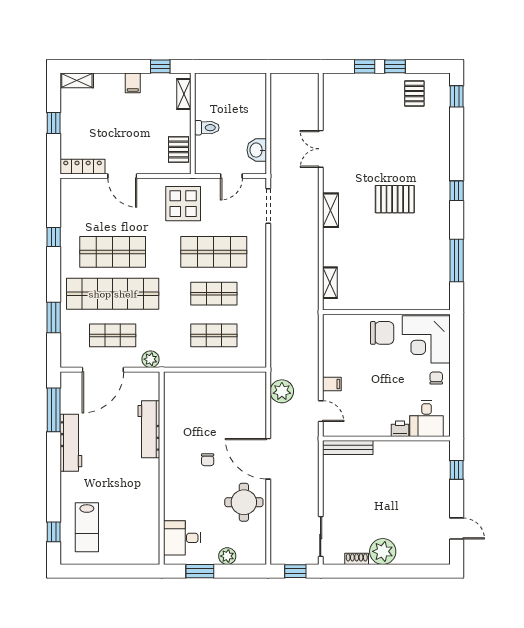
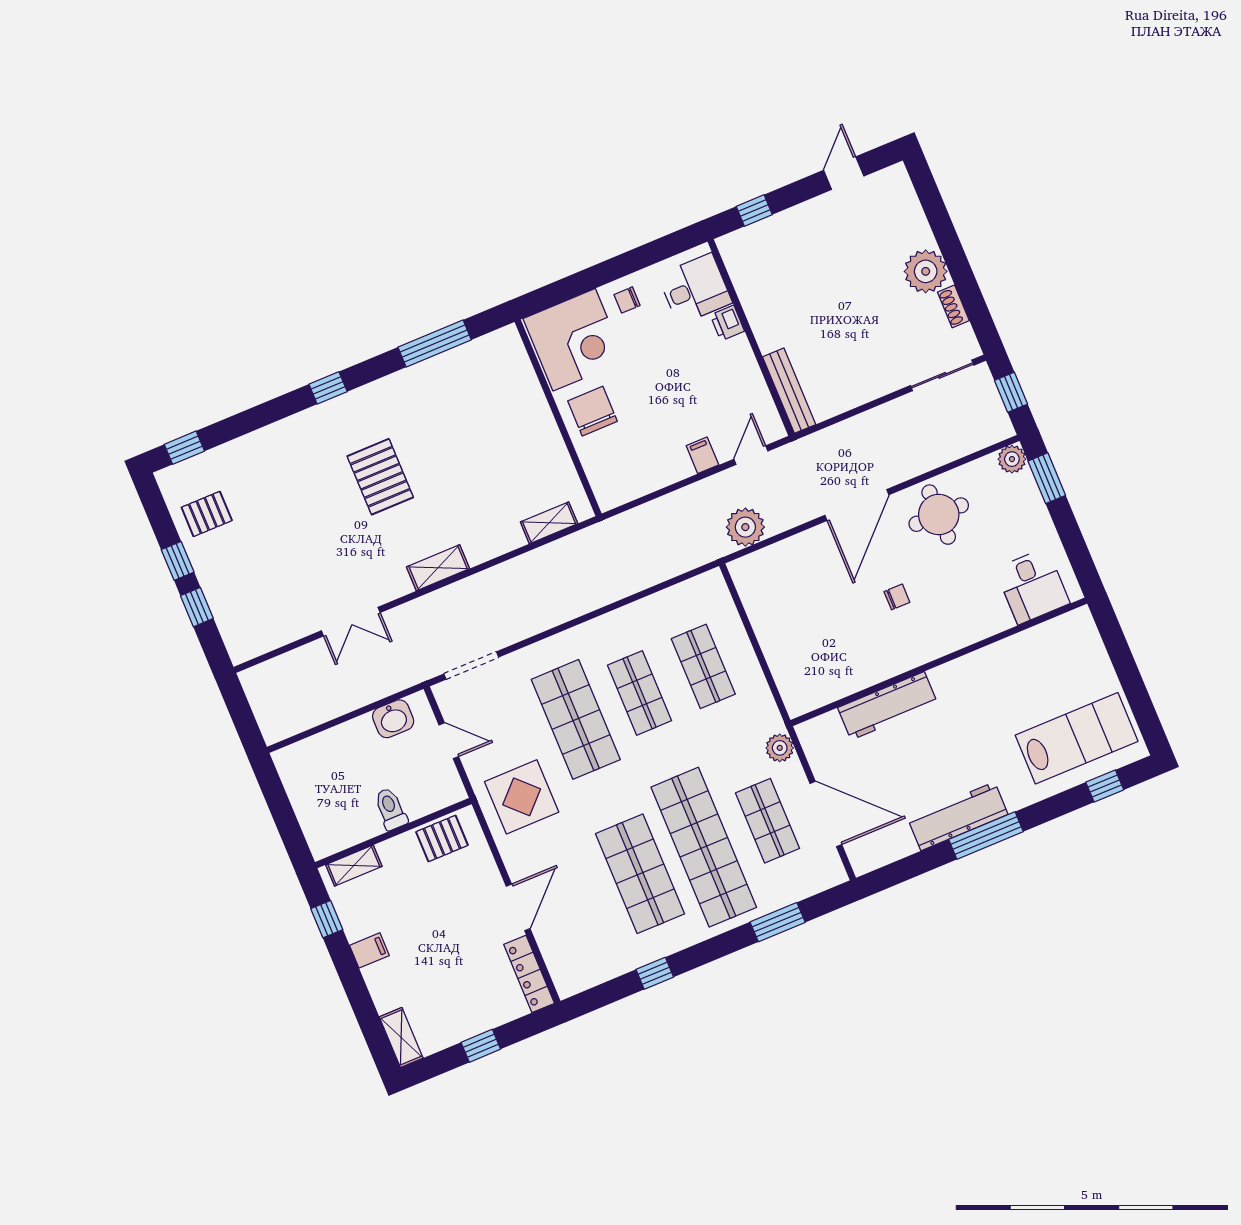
window: (54, 410) -> (986, 835), moved
lab bench: (87, 527) -> (1077, 738), width x1.36, depth x1.39
plant: (227, 556) -> (1012, 459), moved
window: (200, 571) -> (1047, 478), moved

